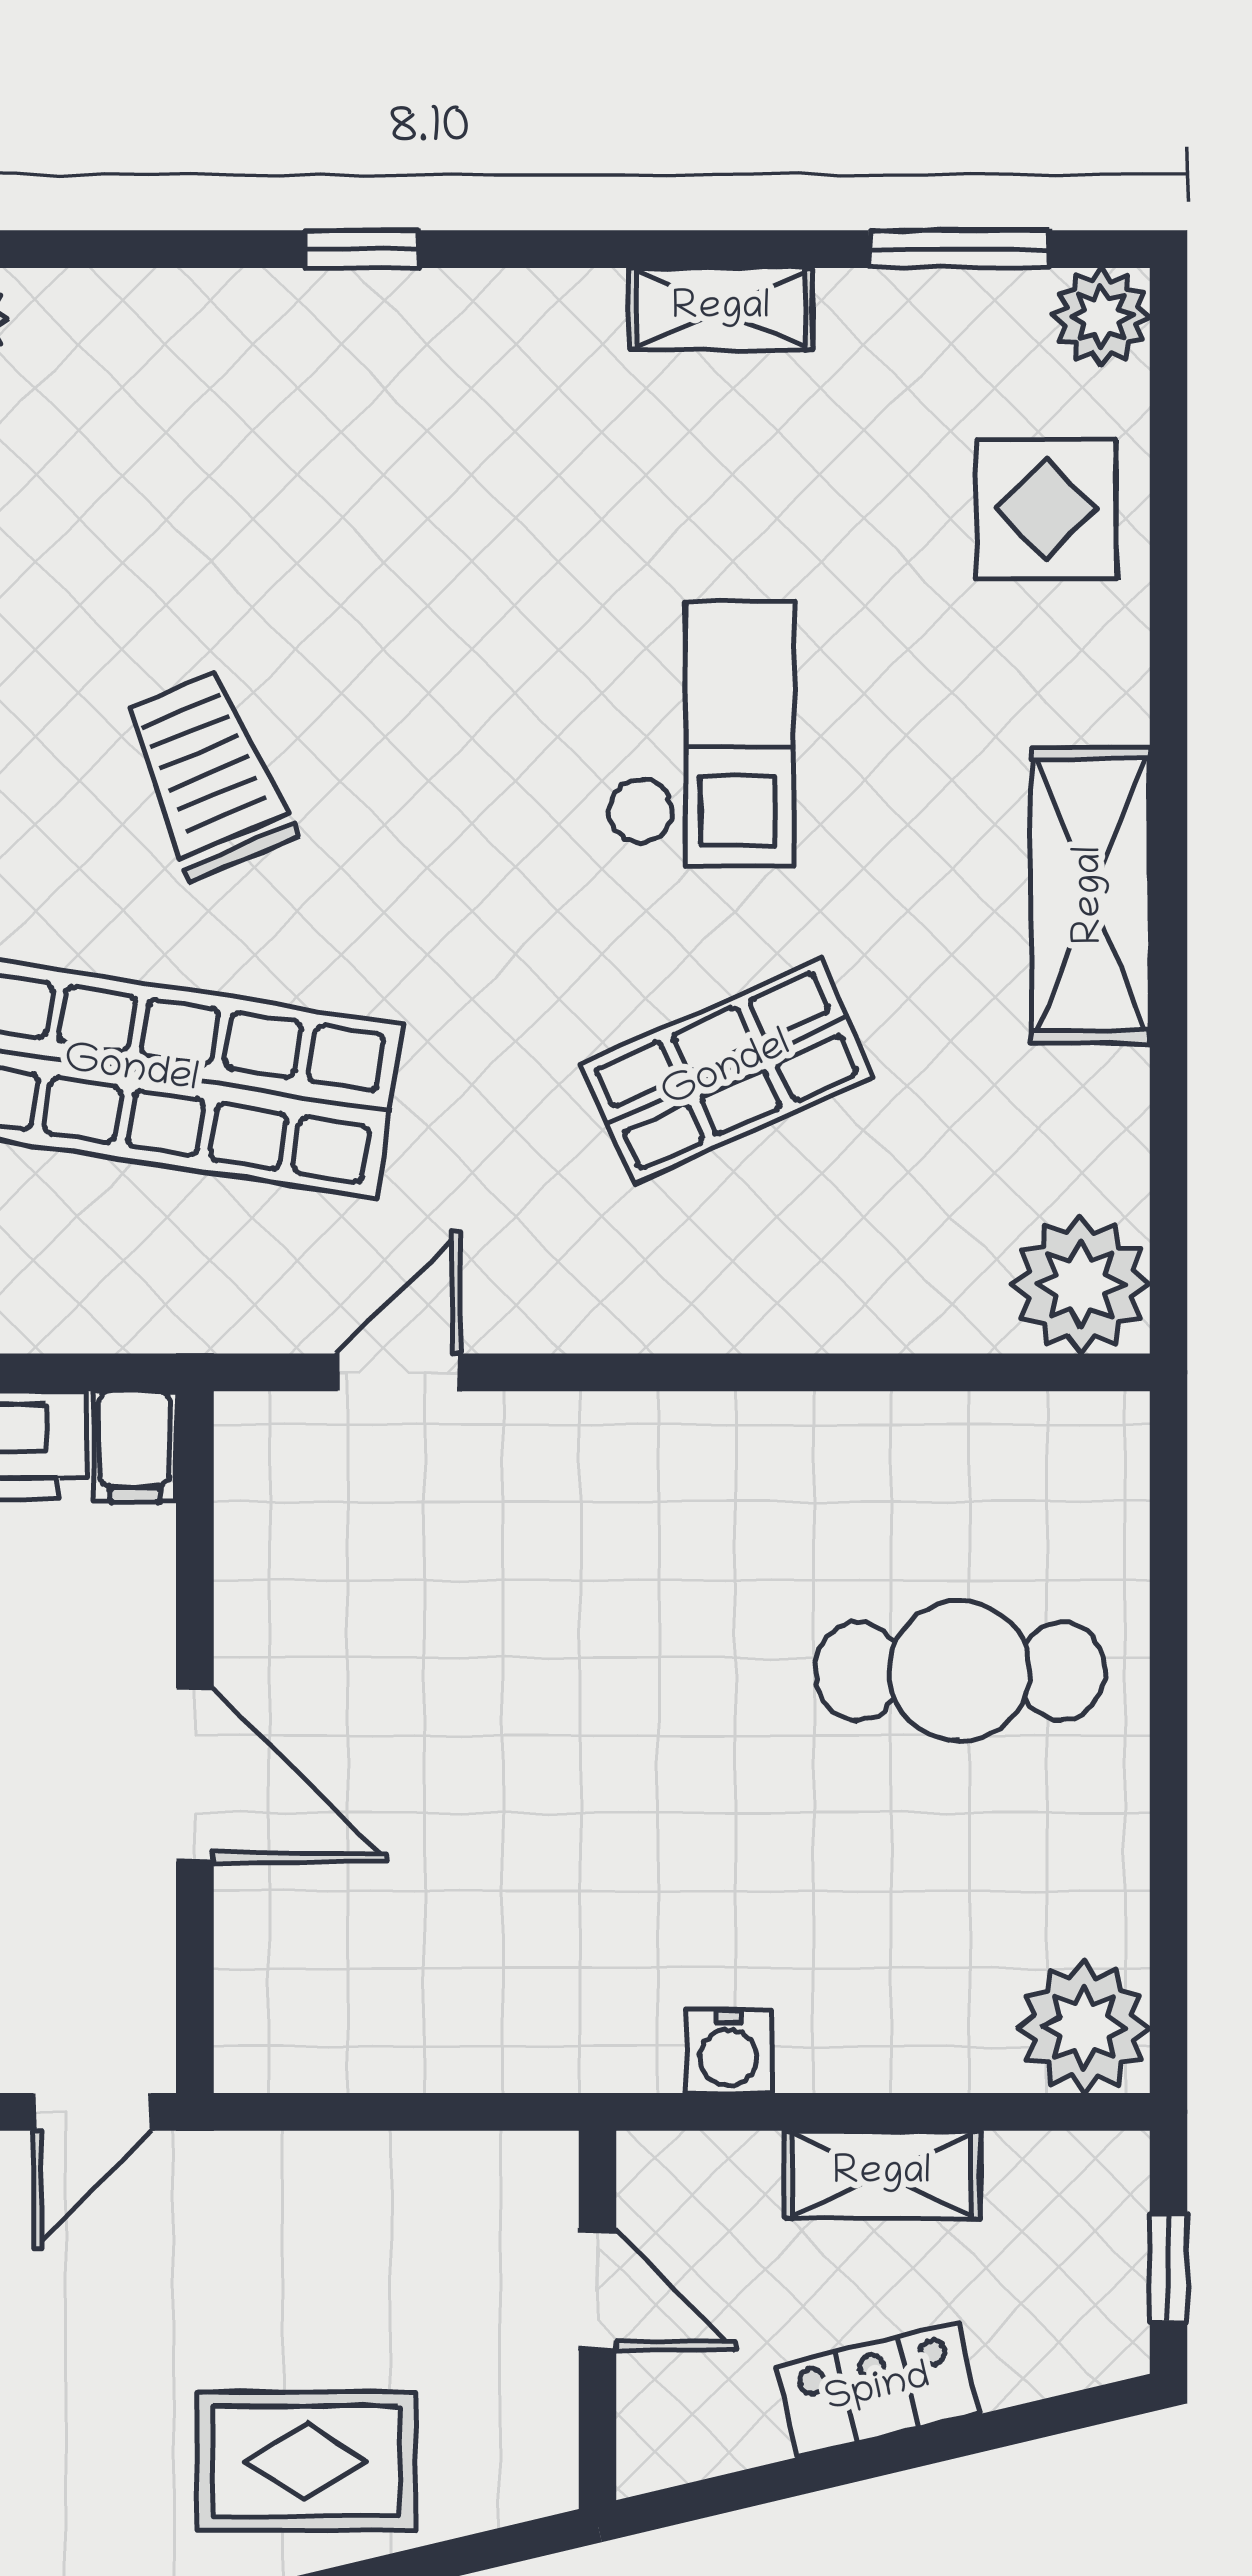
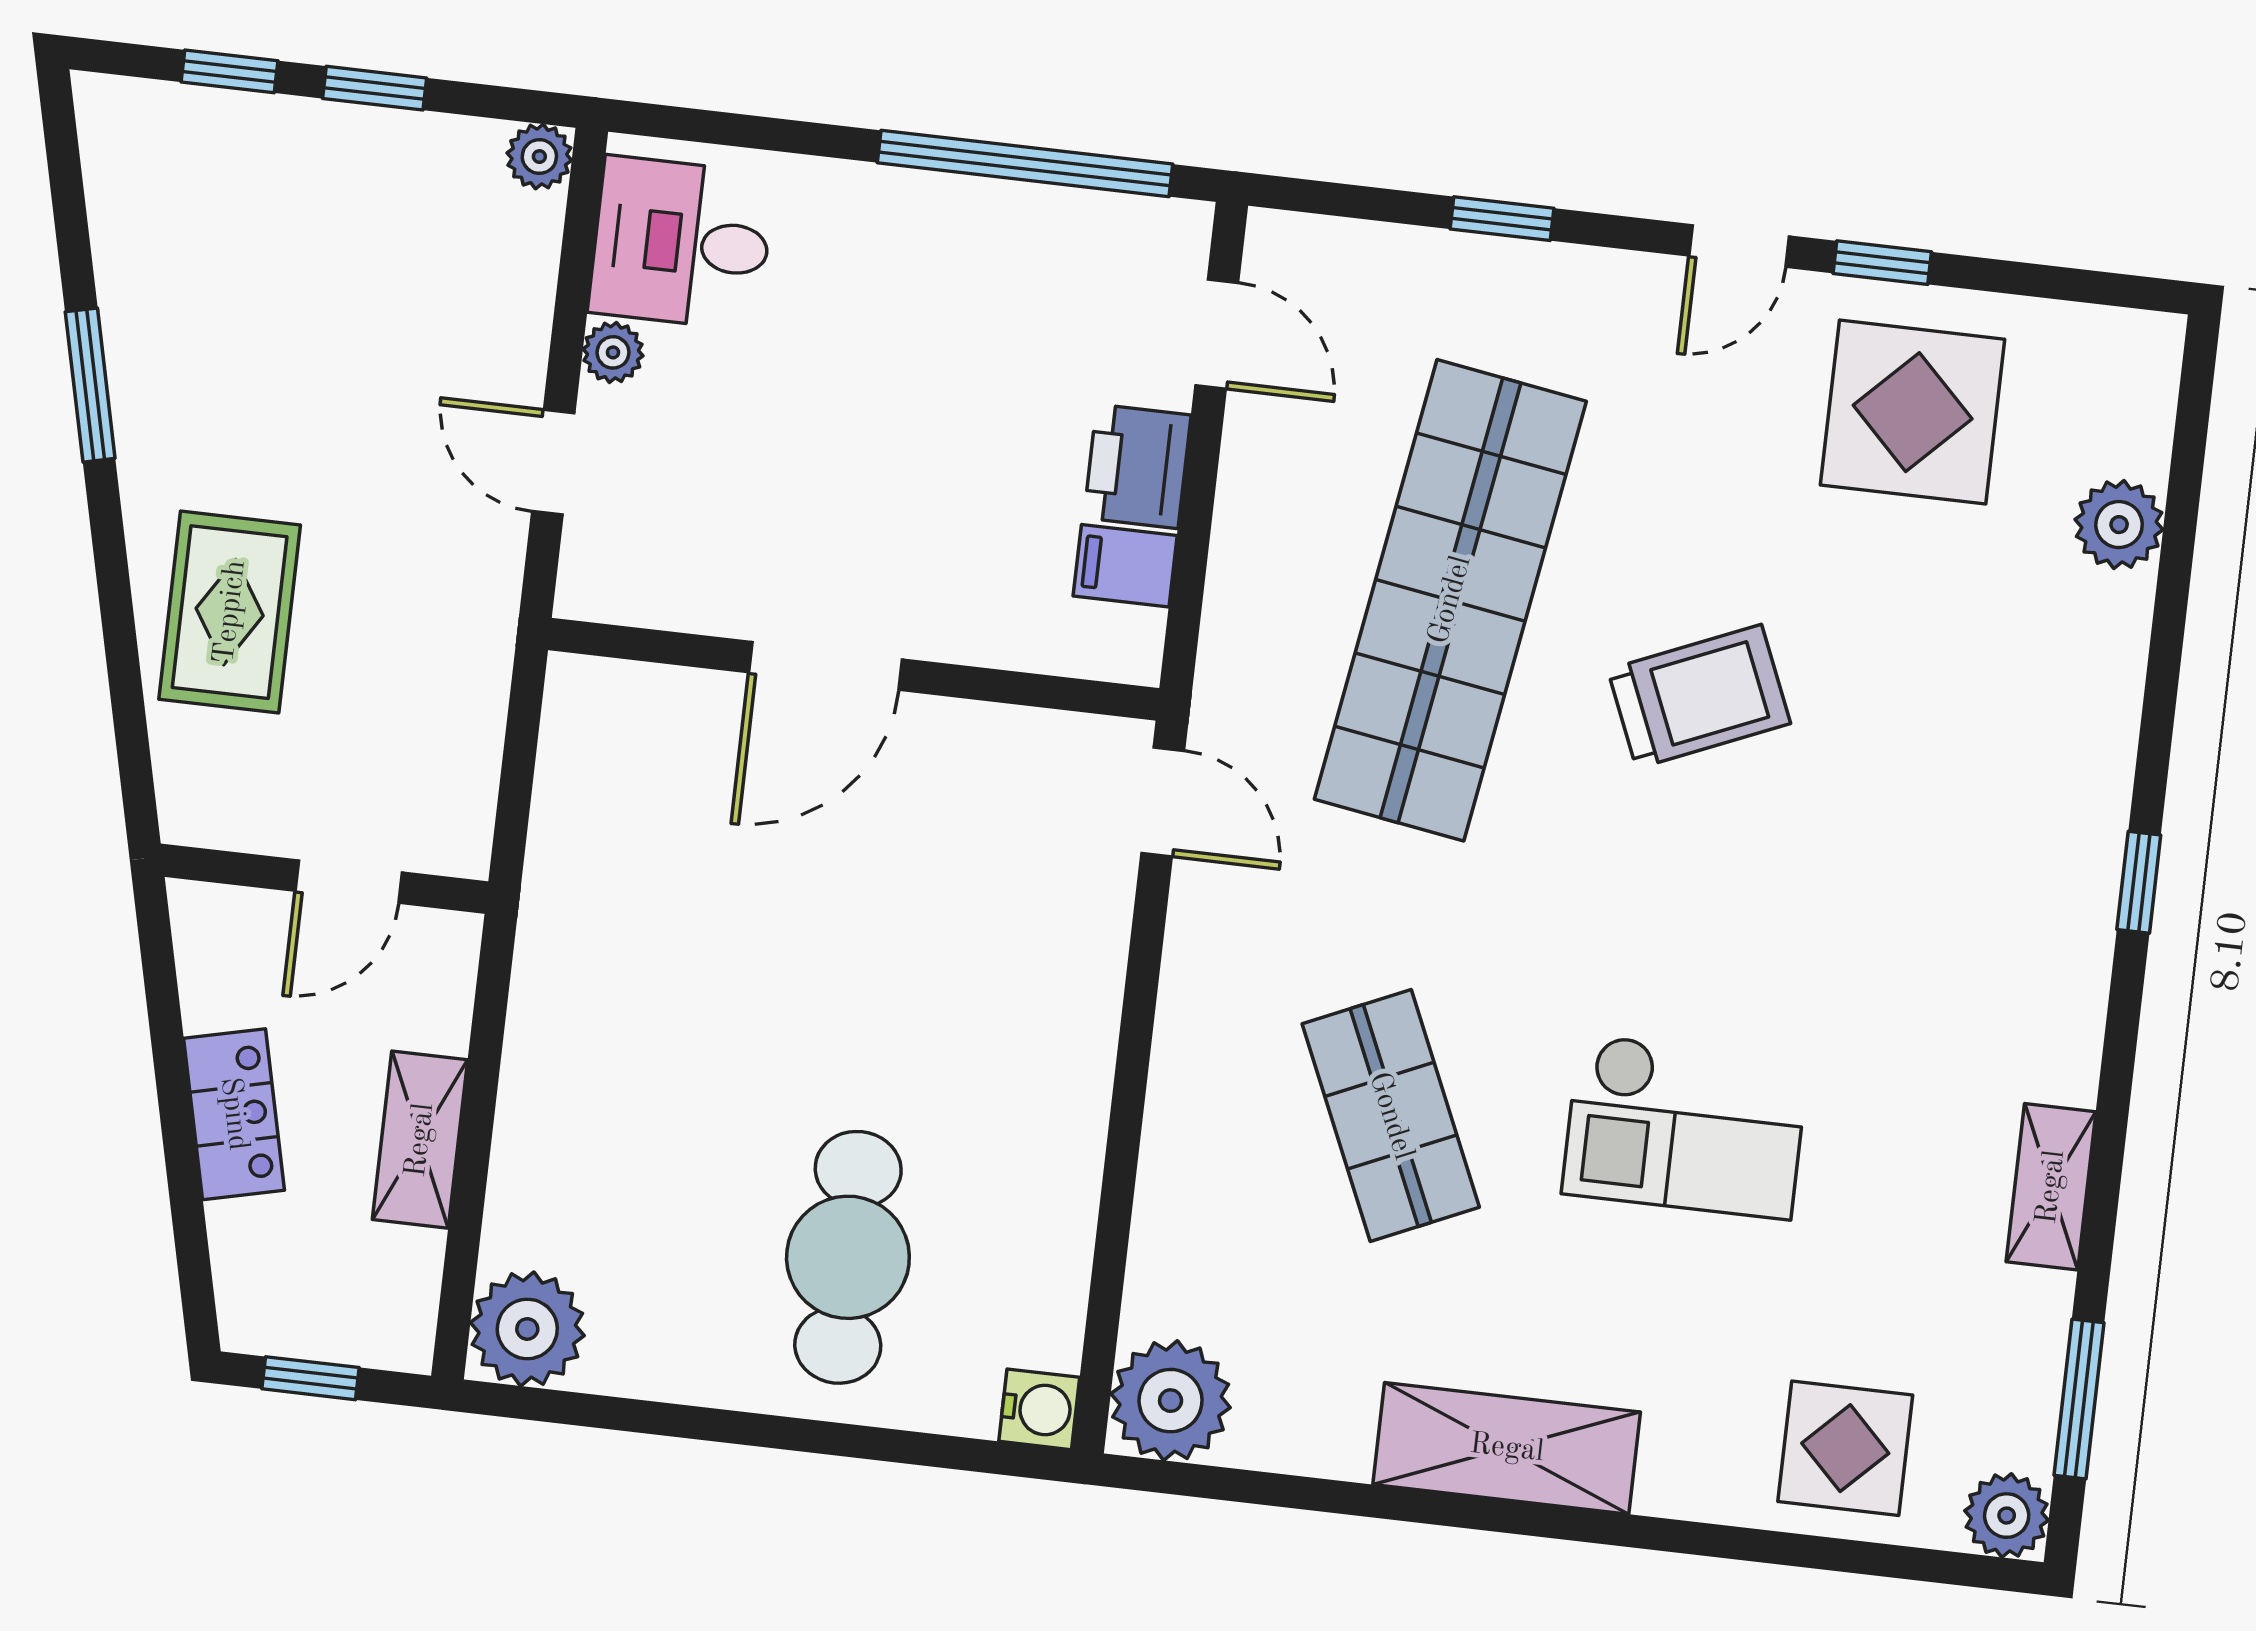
wall: (195, 1742) -> (854, 669), moved
door: (195, 1775) -> (825, 666), moved
water cooler: (728, 2051) -> (1039, 1409), moved, turned 180

